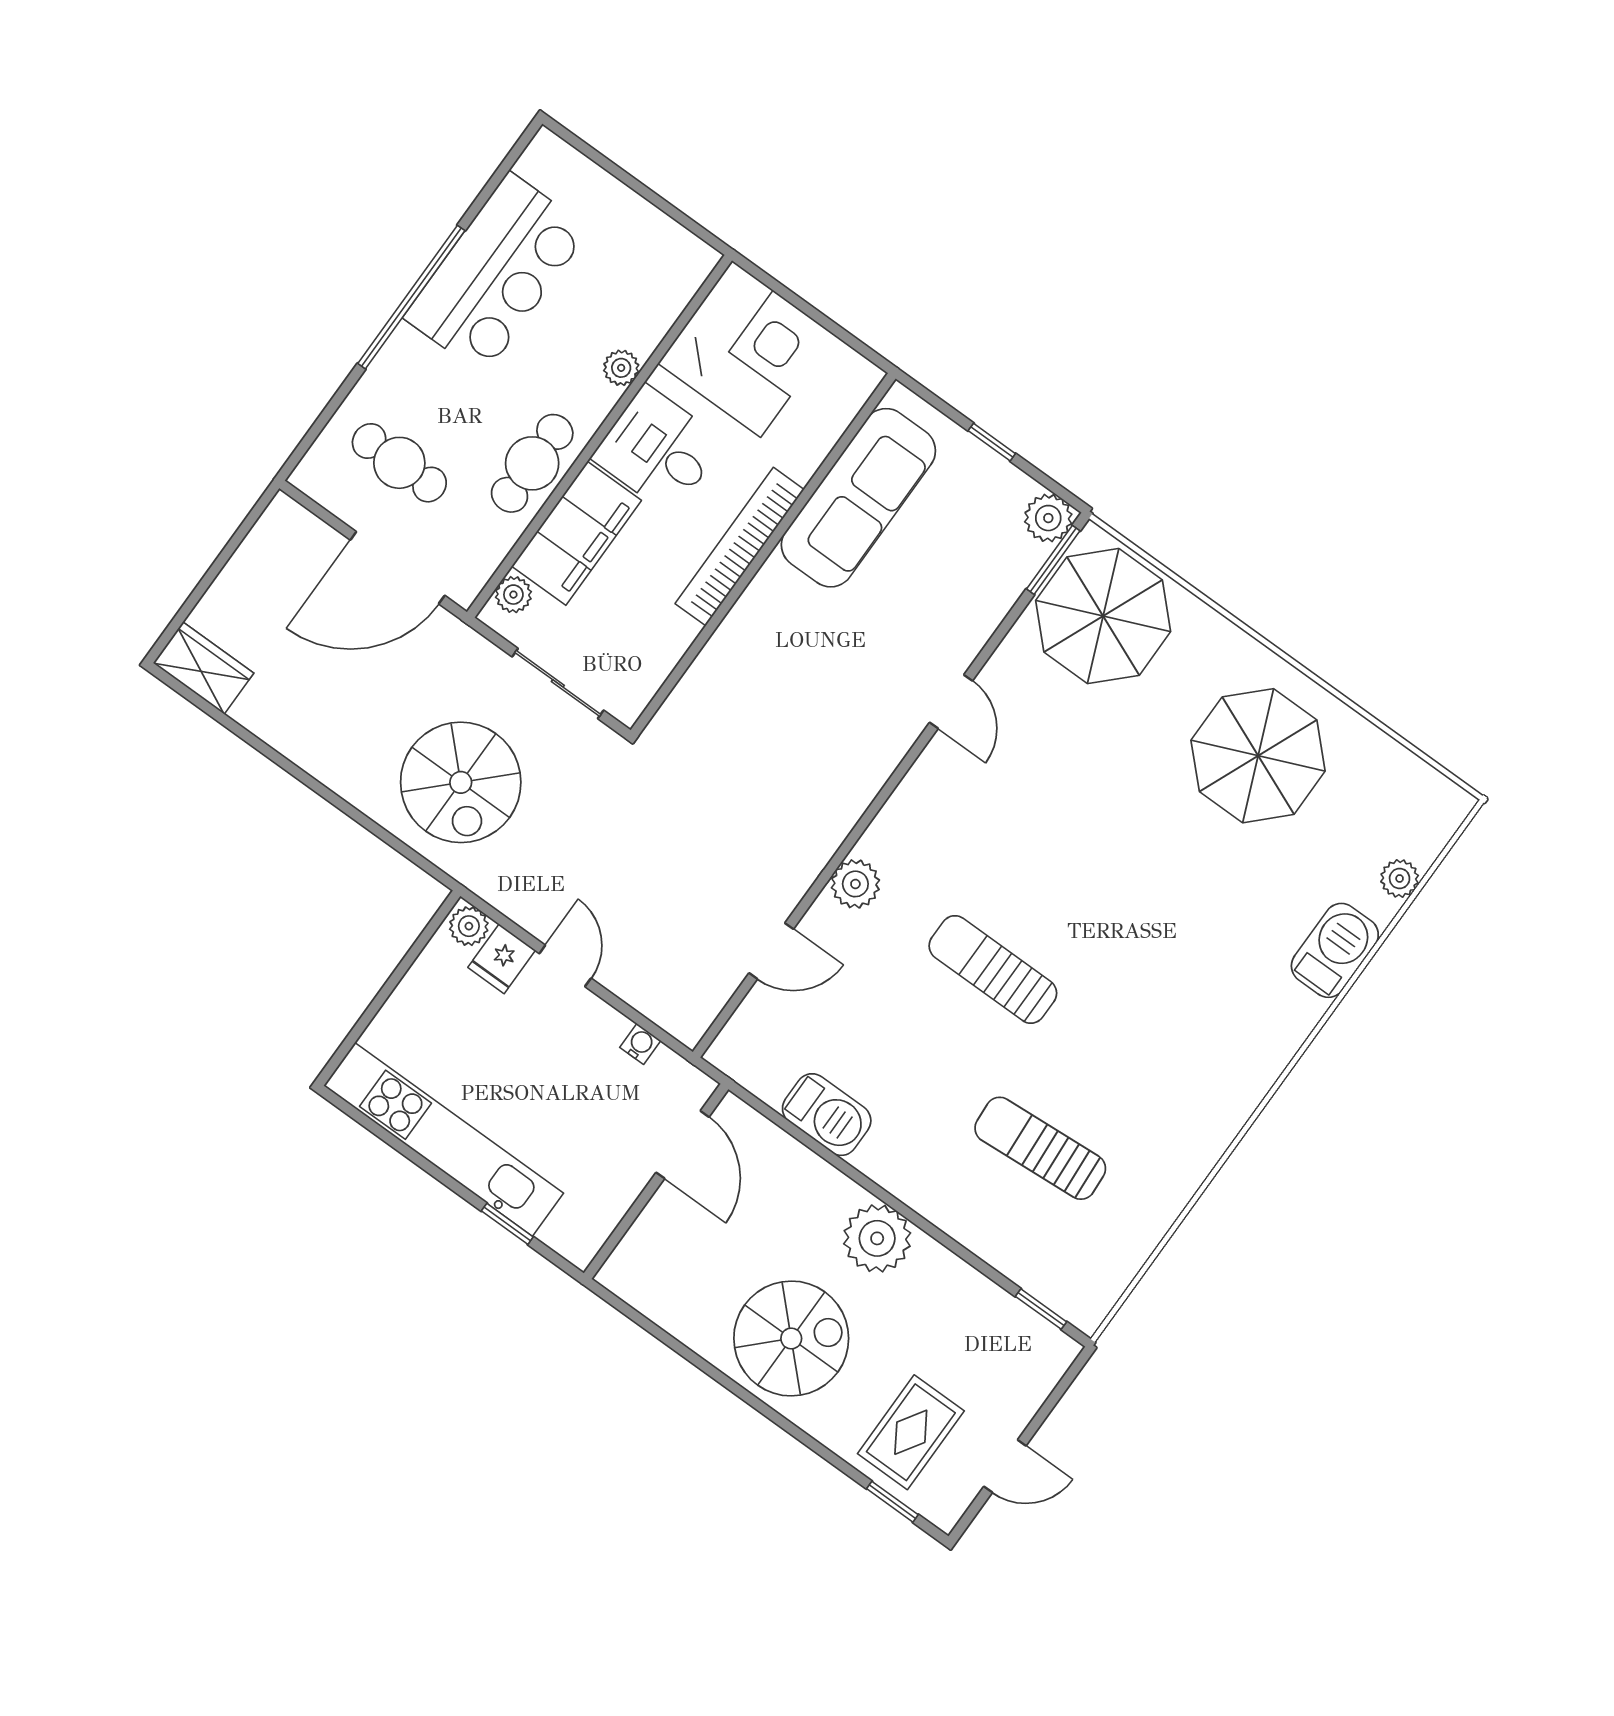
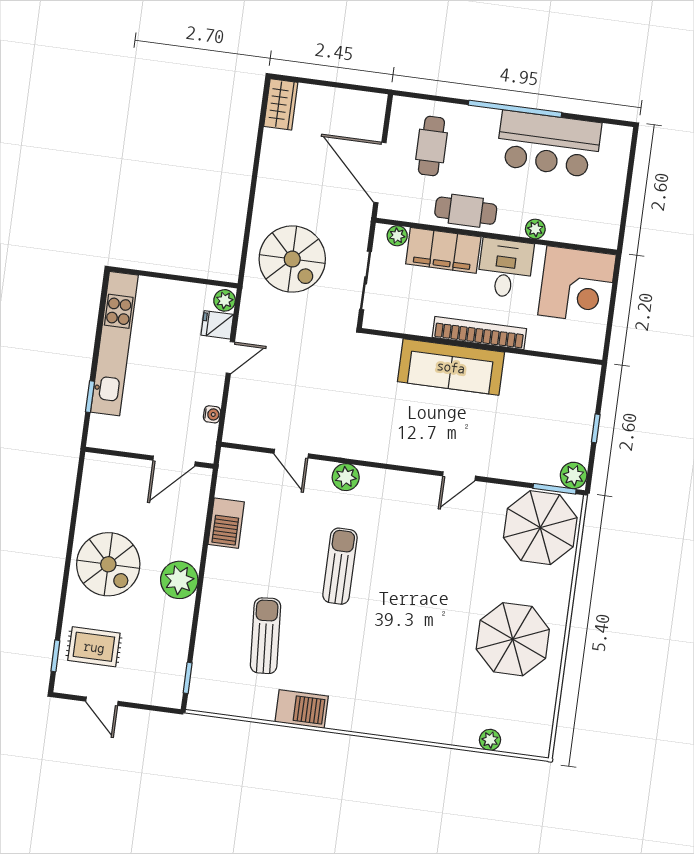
sofa: (858, 498) -> (451, 367), moved
spiral stairs: (461, 782) -> (292, 259), turned -90
barbecue: (1335, 950) -> (302, 709), moved

